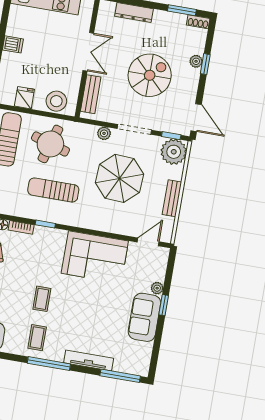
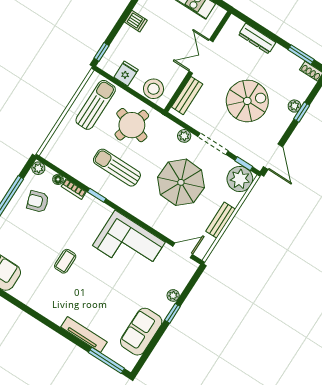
double door: (88, 52) -> (201, 56), swing flipped
sofa: (144, 317) -> (141, 332), moved
coffee table: (37, 338) -> (46, 294), removed
window: (49, 364) -> (47, 322), removed

